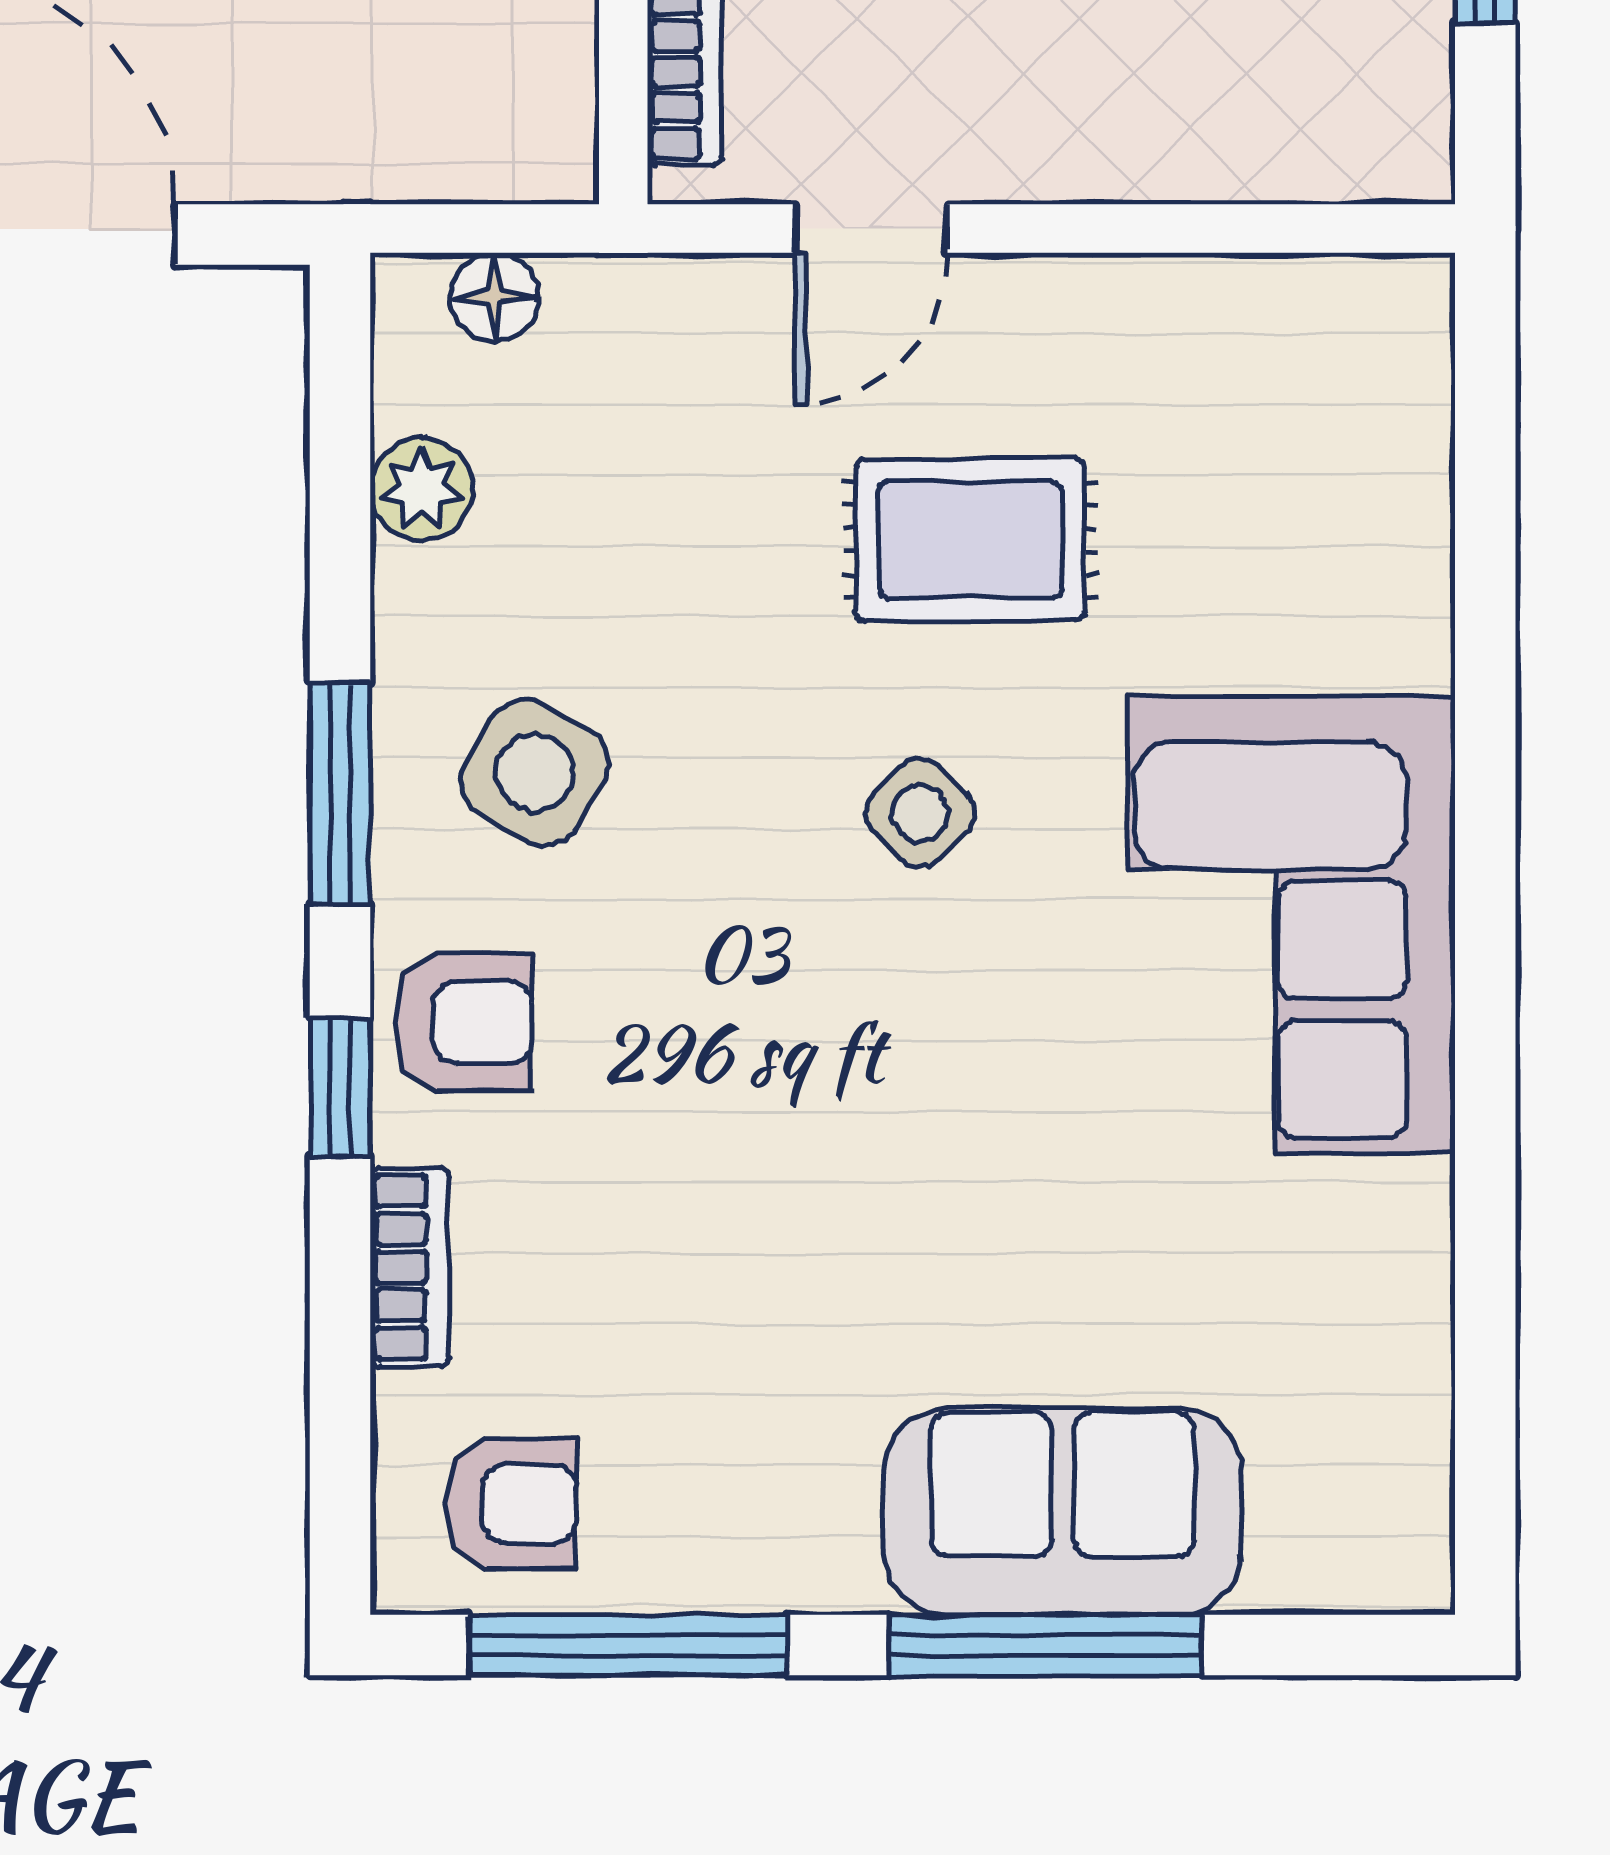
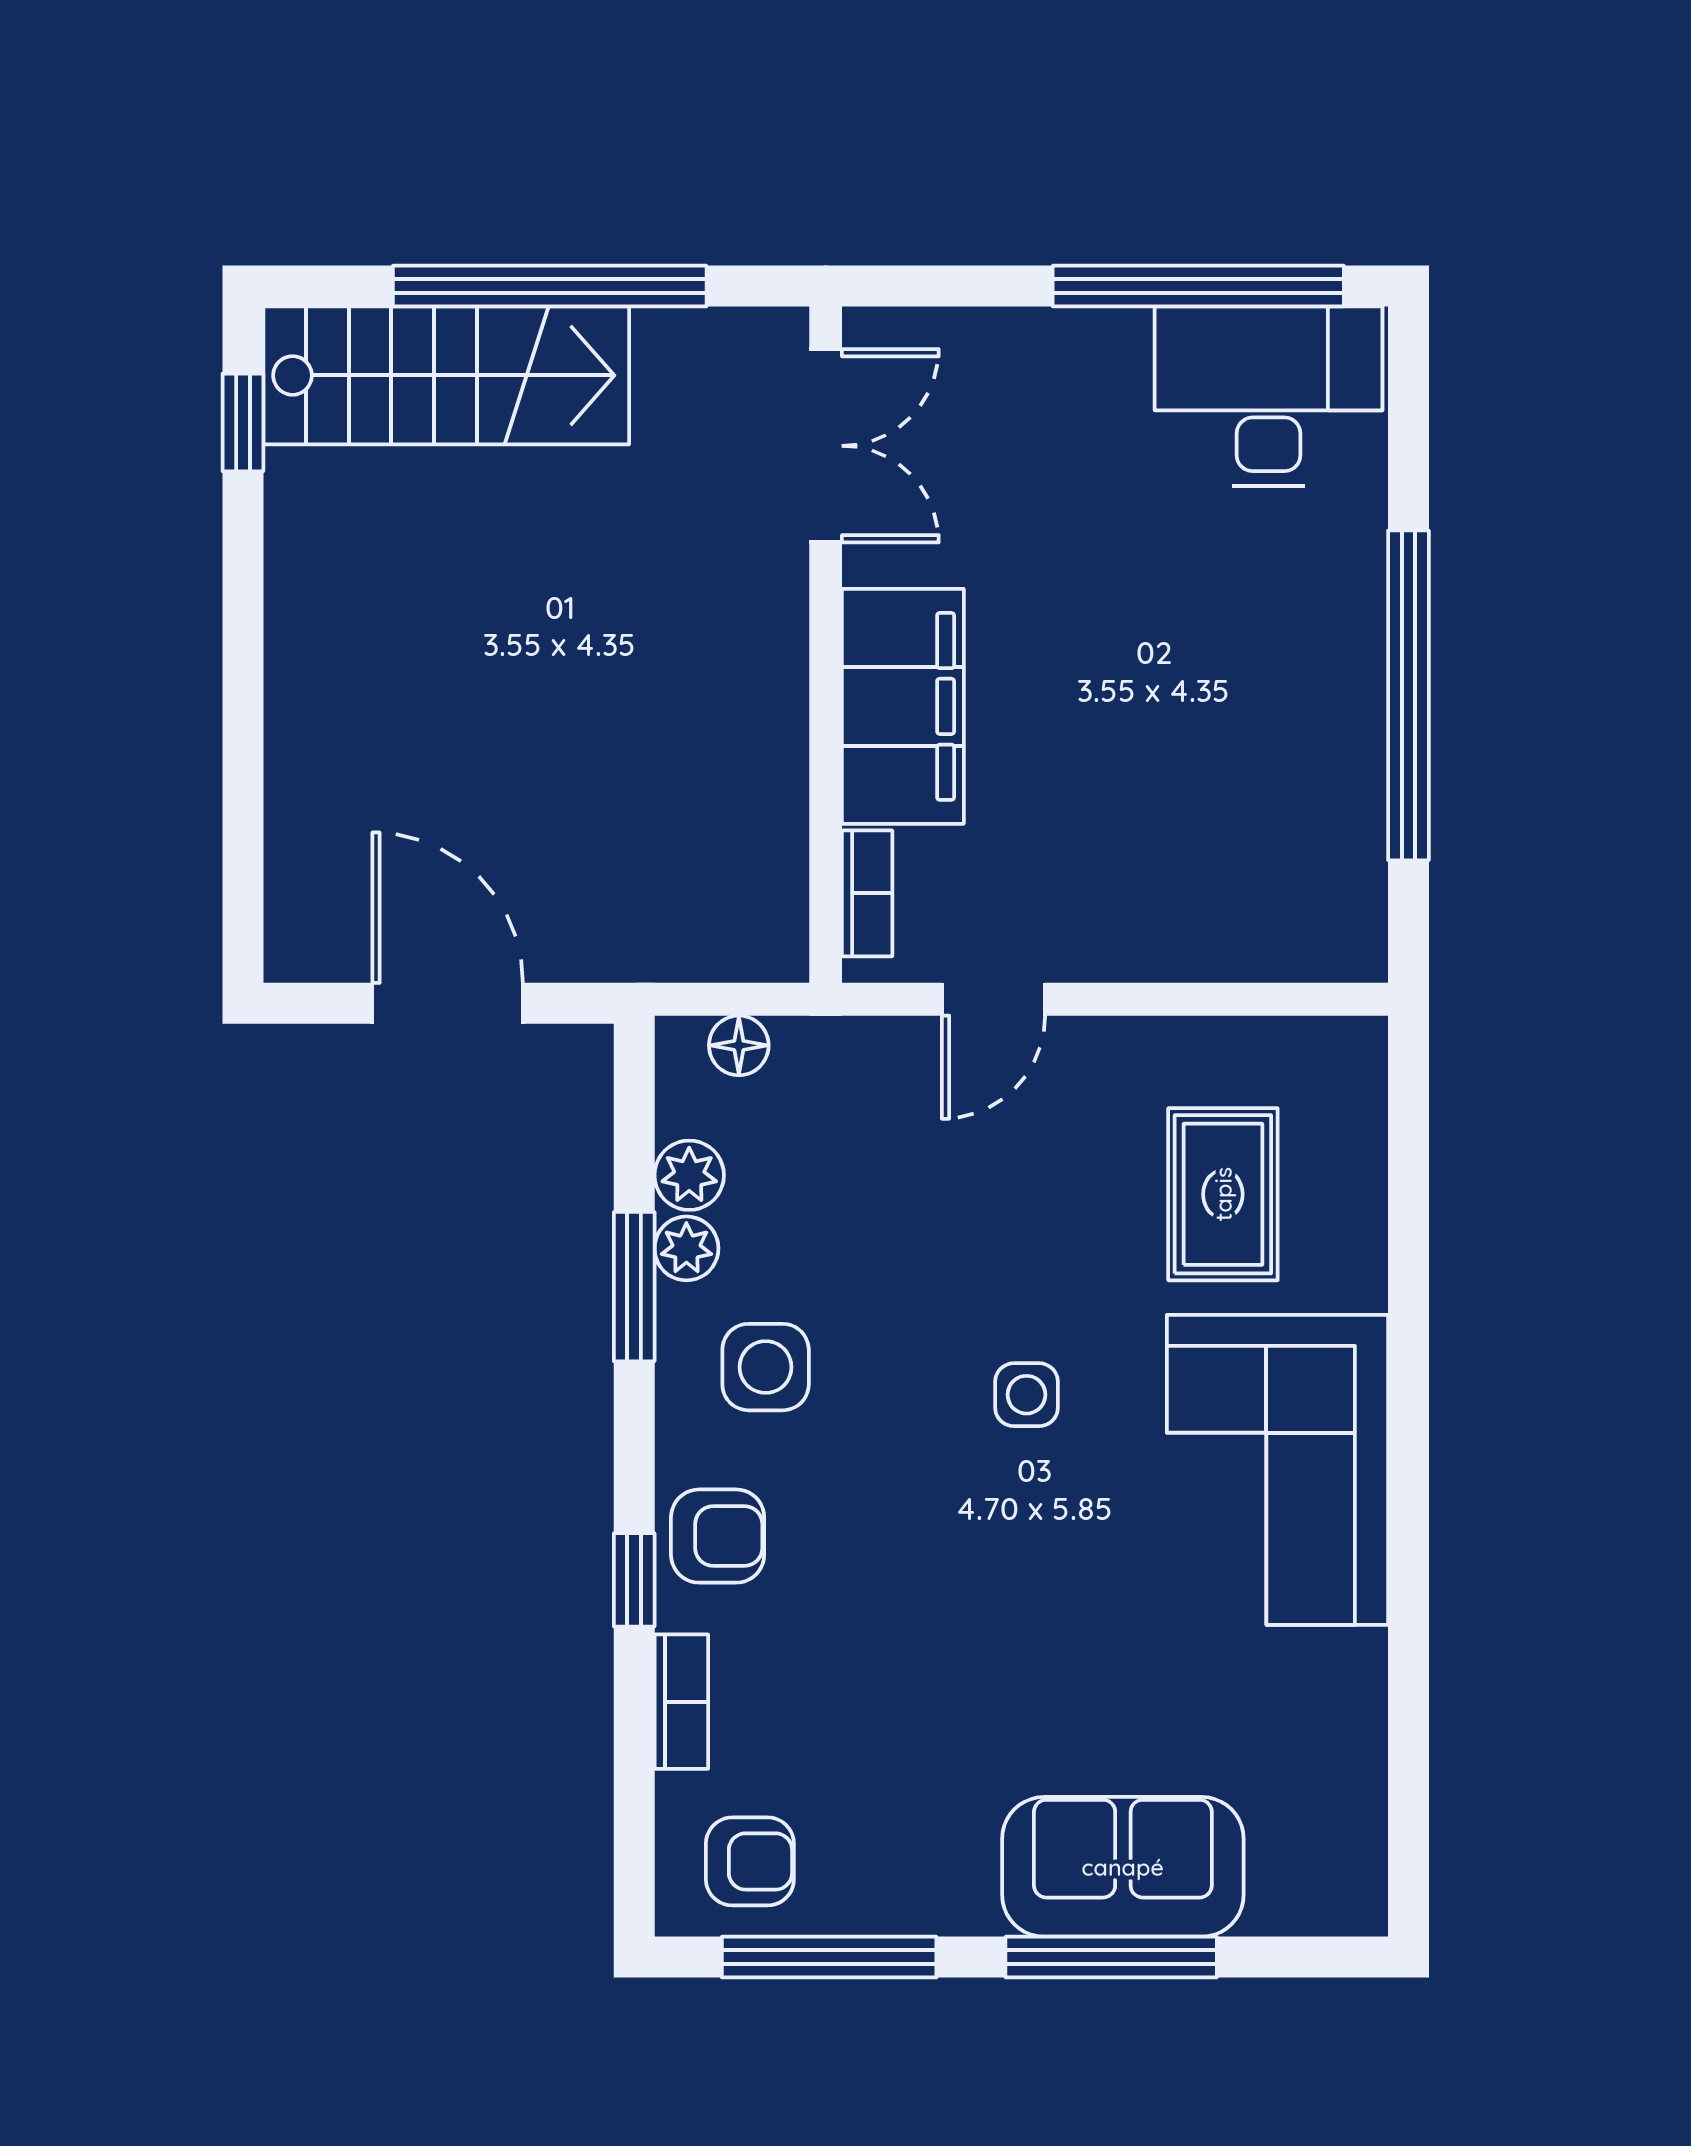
rug: (970, 540) -> (1223, 1194), moved, turned 90
plant: (417, 597) -> (686, 1248), added
side table: (534, 772) -> (766, 1367), turned -30
window: (340, 794) -> (634, 1287), moved
side table: (920, 813) -> (1026, 1395), turned 45

